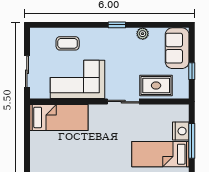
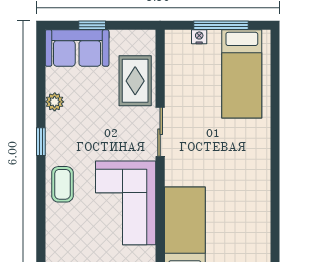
coffee table: (68, 43) -> (62, 184), moved
window: (192, 71) -> (92, 25), moved
nightstand: (181, 131) -> (199, 37), width x0.53, depth x0.56

